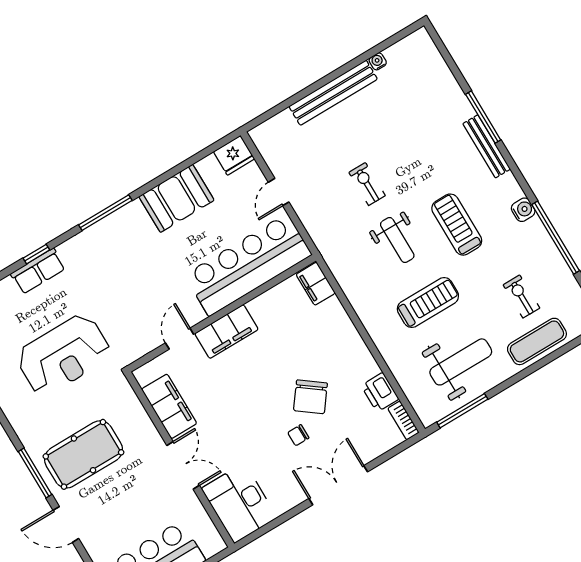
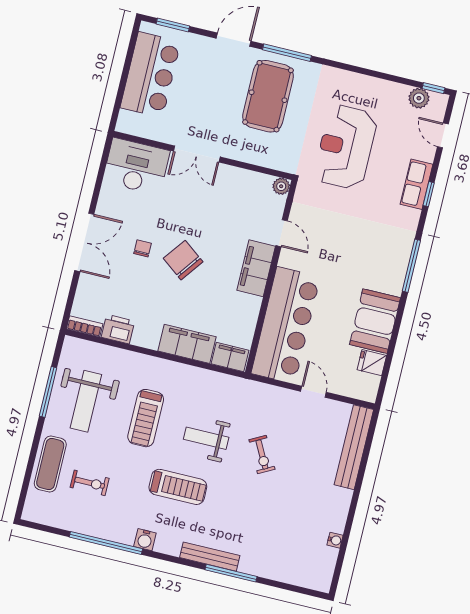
bench: (333, 93) -> (354, 447), moved
fridge: (234, 155) -> (372, 363), moved, width x0.72
exercise bike: (367, 184) -> (262, 455), turned 62
plant: (143, 375) -> (281, 186), added
chair: (310, 397) -> (183, 260), moved
filing cabinet: (169, 406) -> (187, 344), moved, turned 180
window: (462, 411) -> (48, 392), moved

